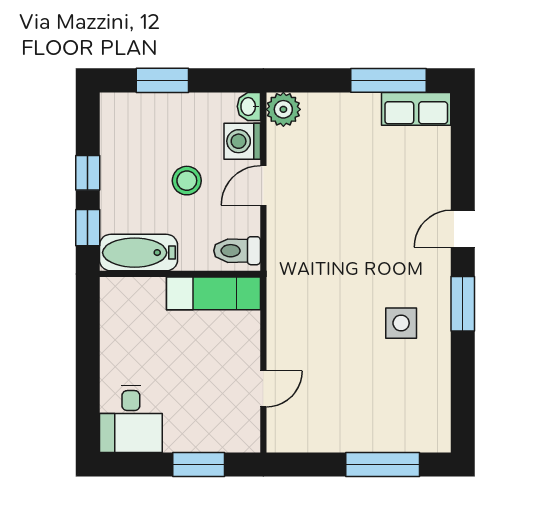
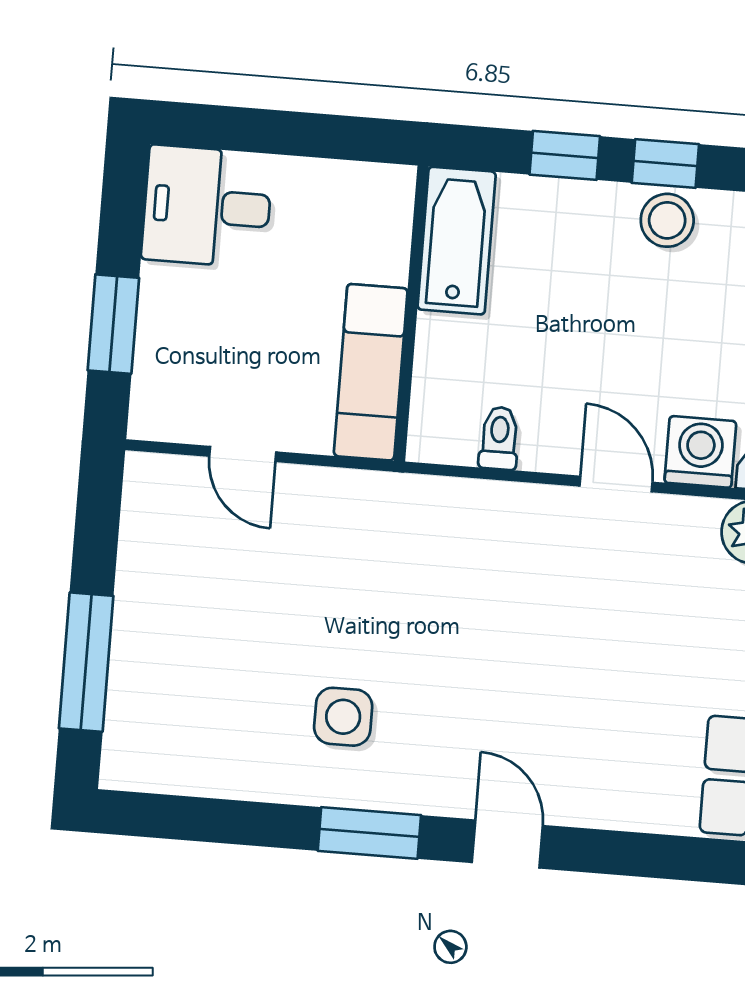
stool: (187, 181) -> (667, 220), moved
toilet: (237, 251) -> (499, 438), width x0.73, depth x0.72
bathtub: (139, 253) -> (457, 241), moved
wall: (180, 274) -> (411, 314), moved
exam couch: (213, 293) -> (371, 372), moved

